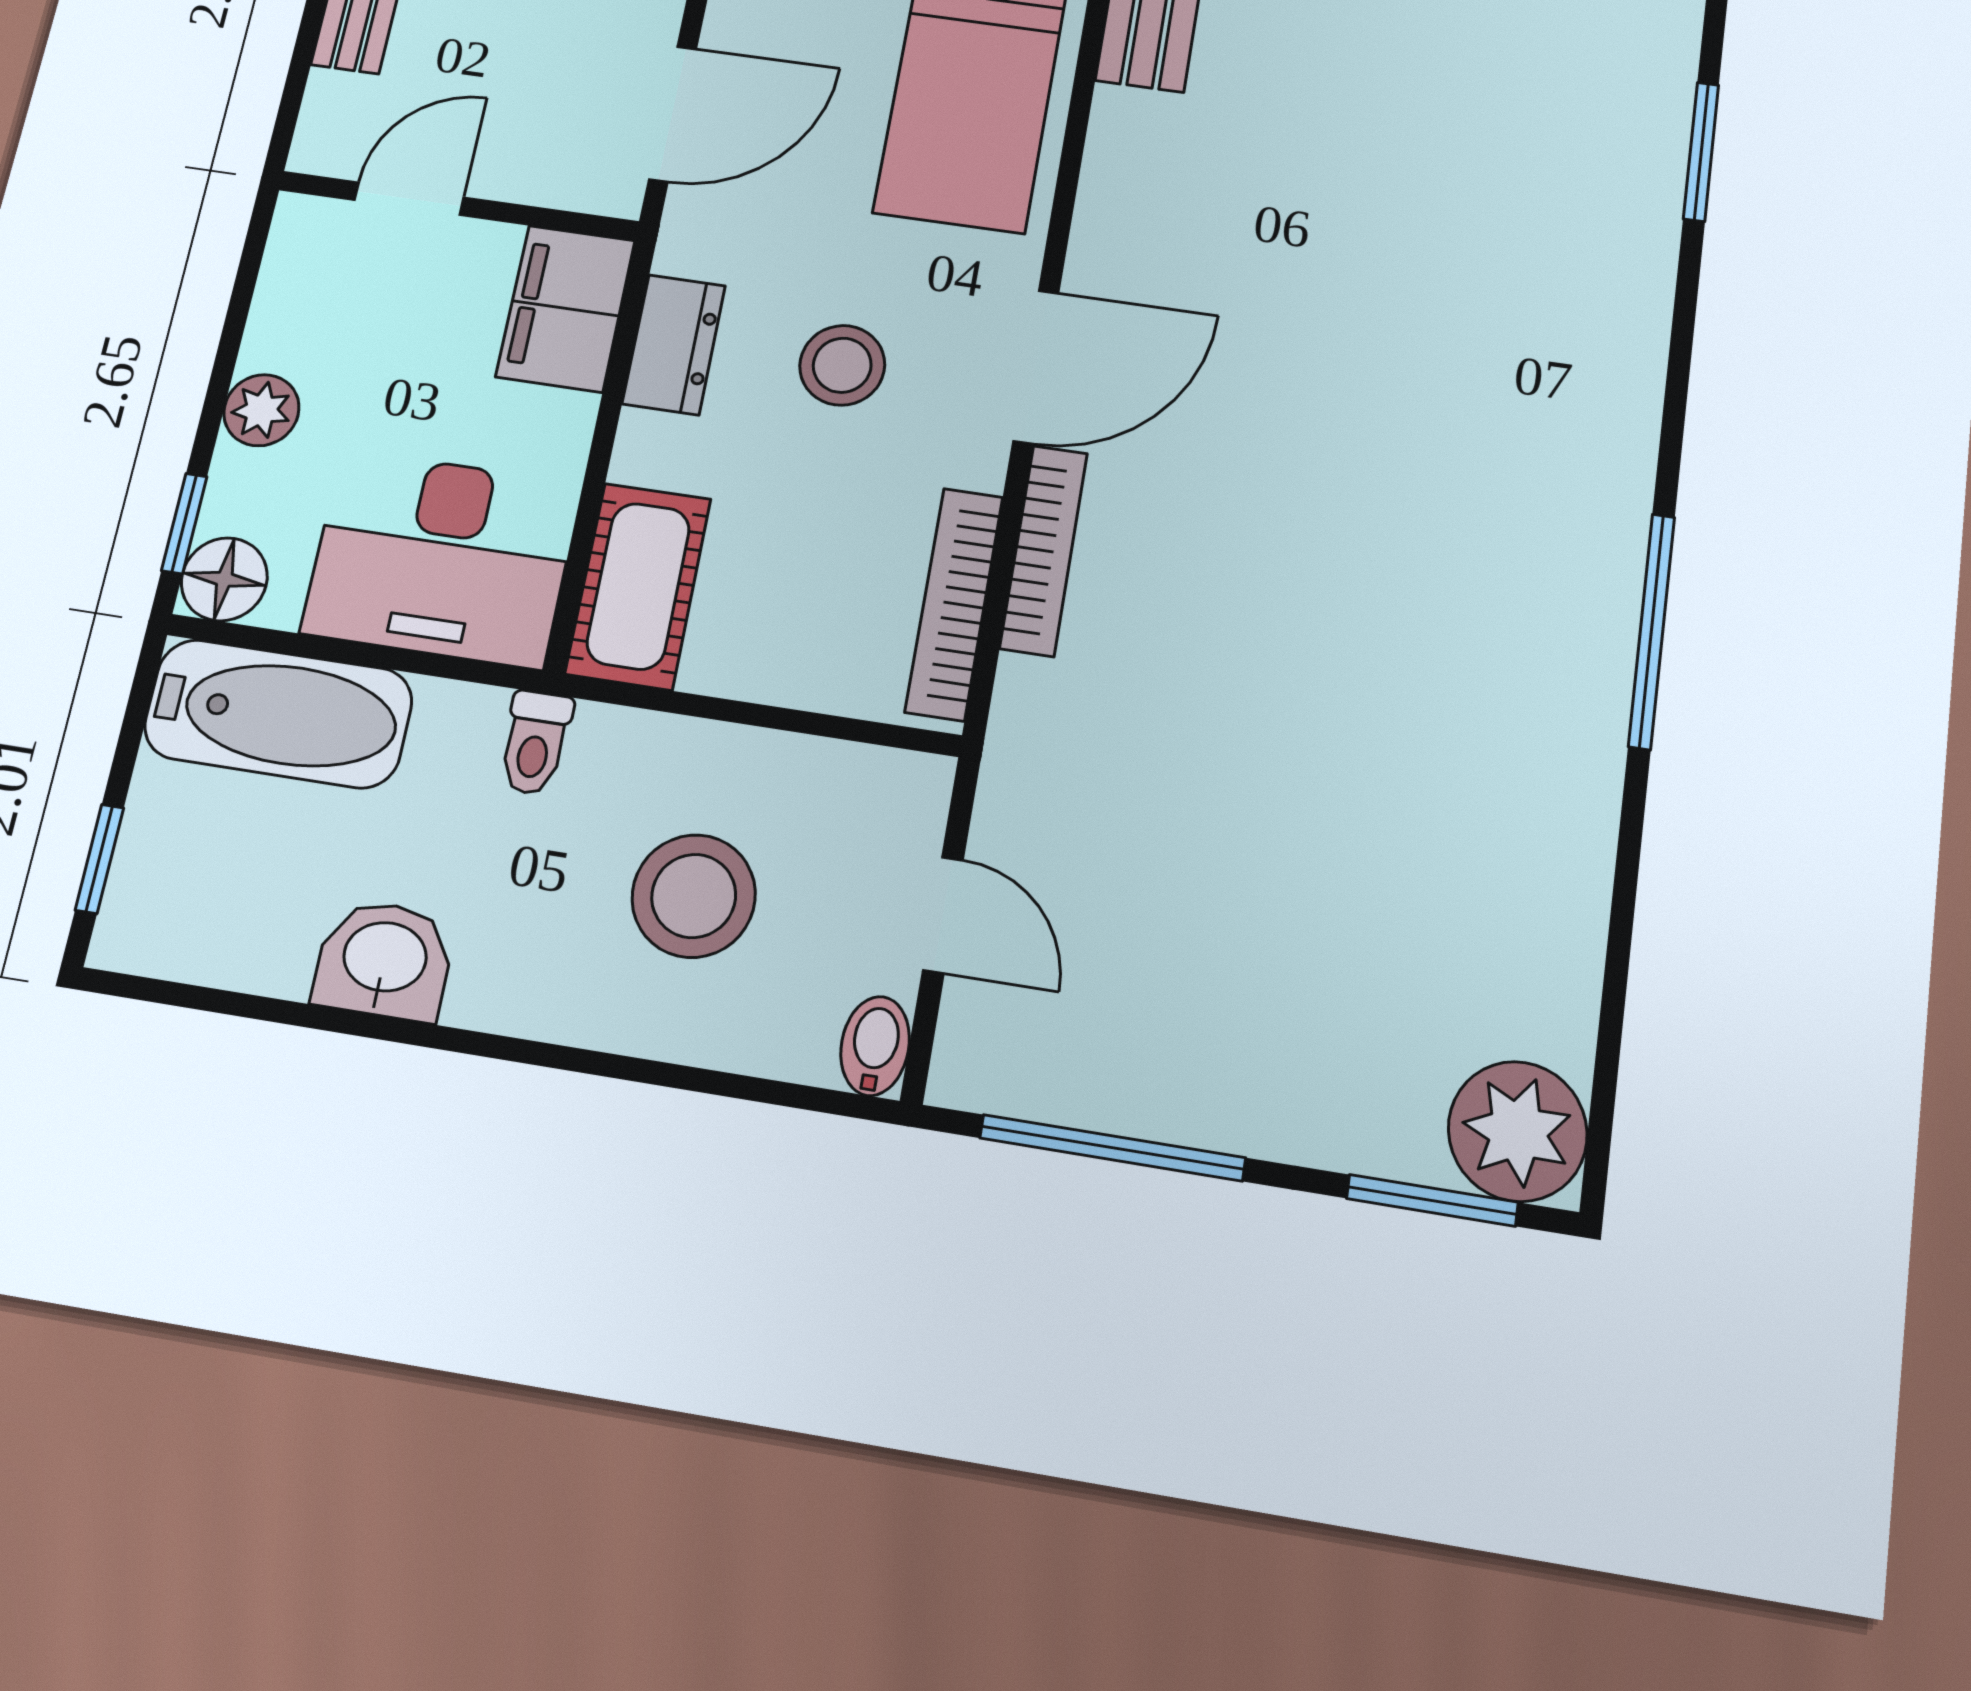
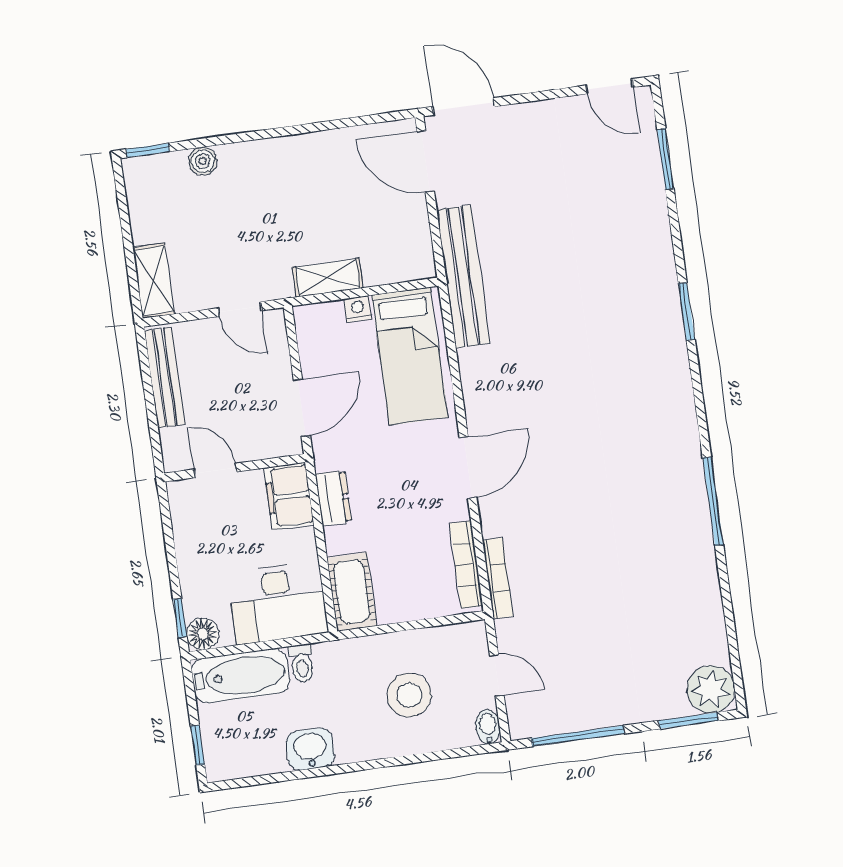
door: (409, 199) -> (215, 470), hinge flipped
stool: (842, 365) -> (398, 488), removed
plant: (261, 410) -> (192, 568), removed
bookcase: (1044, 550) -> (498, 578), moved
toilet: (535, 743) -> (302, 663), moved

